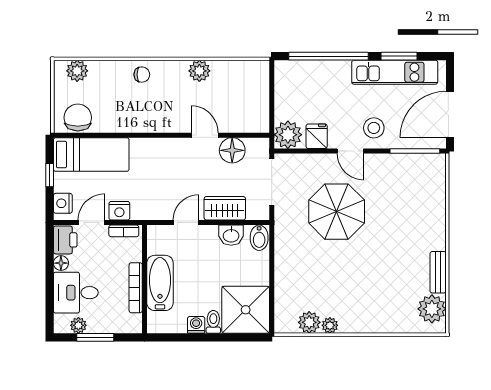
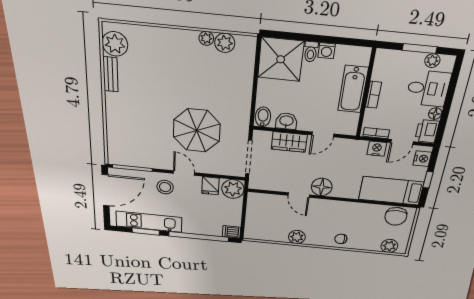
dishwasher: (286, 69) -> (232, 232), added
floor lamp: (232, 150) -> (322, 187), moved
bookcase: (136, 288) -> (373, 95), width x0.64

